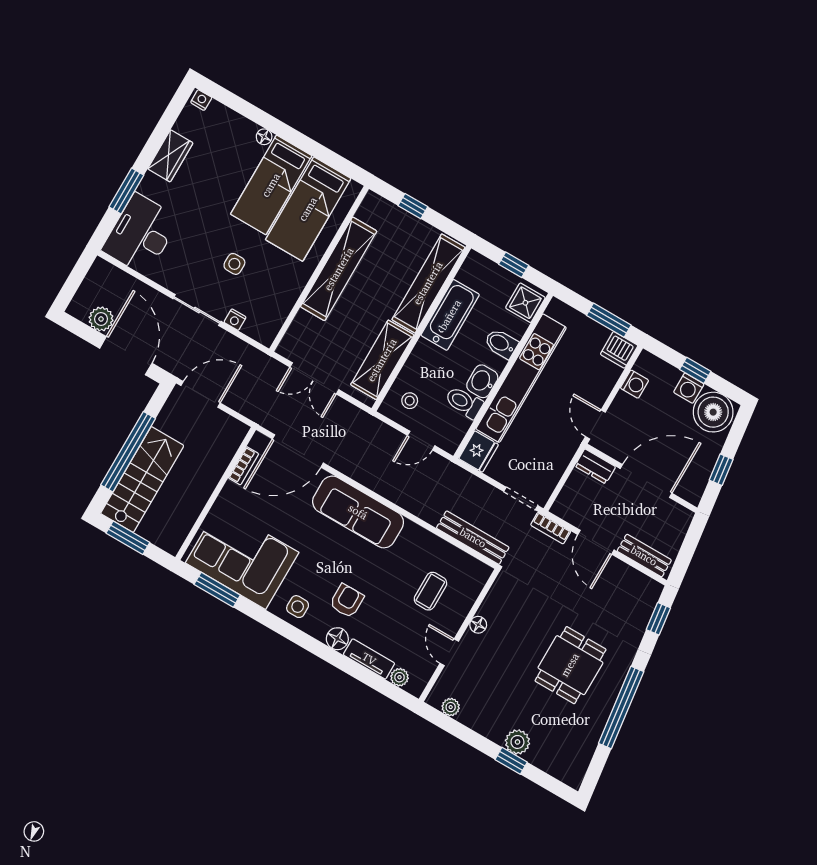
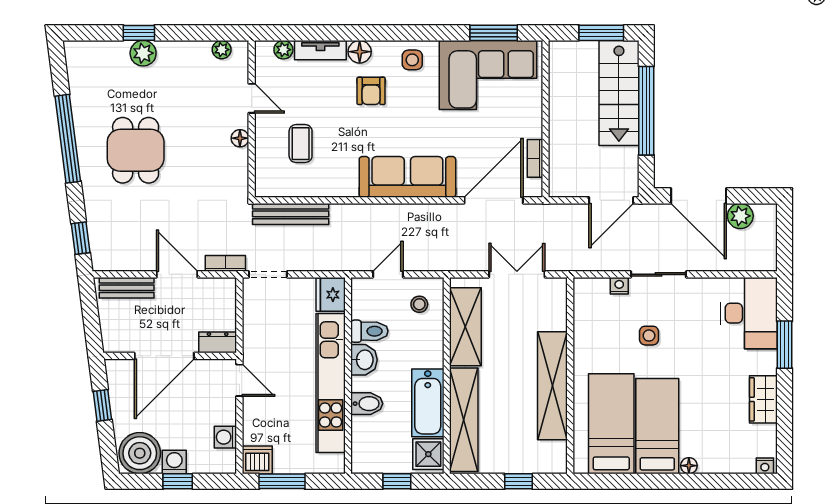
shower: (525, 303) -> (428, 454), moved

